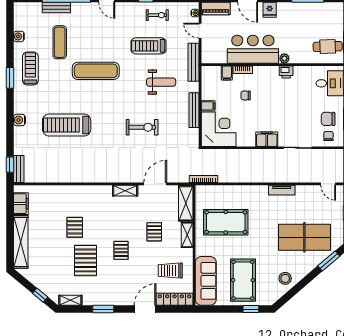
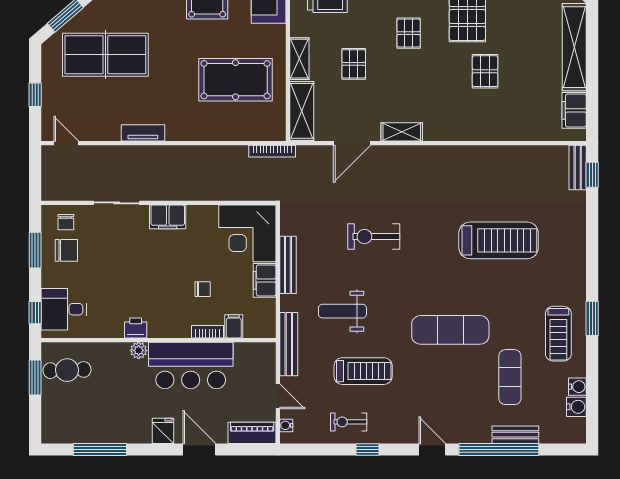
filing cabinet: (208, 106) -> (265, 280), width x2.00
water cooler: (19, 120) -> (576, 407), moved

